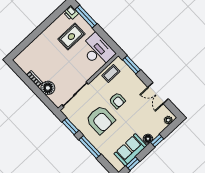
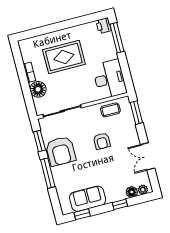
rug: (71, 37) -> (64, 57), moved, width x1.36, depth x1.43
armchair: (100, 120) -> (61, 151), moved
floor lamp: (148, 139) -> (132, 192), moved

